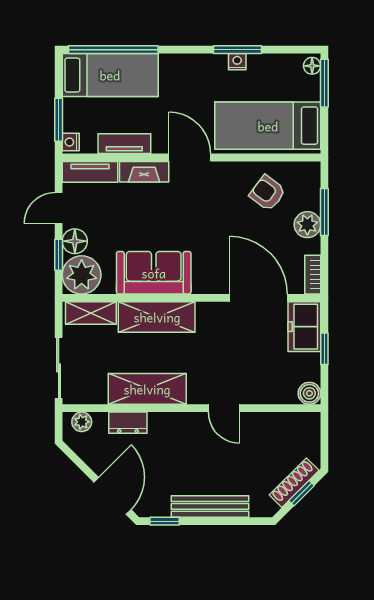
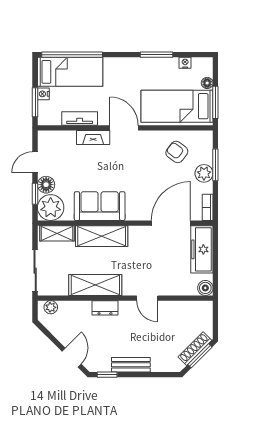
nightstand: (237, 62) -> (185, 63), moved
floor lamp: (312, 66) -> (207, 83), moved
window: (324, 83) -> (215, 102), moved
nightstand: (71, 142) -> (43, 94), moved
tv unit: (90, 172) -> (56, 138), removed
door: (259, 298) -> (171, 223), hinge flipped
freezer: (304, 327) -> (202, 249), width x1.40
window: (324, 349) -> (215, 258), removed
dresser: (128, 423) -> (105, 308), moved
window: (302, 493) -> (200, 356), width x1.50
door: (112, 496) -> (72, 358), width x0.73
bench: (210, 506) -> (131, 365), width x0.73

